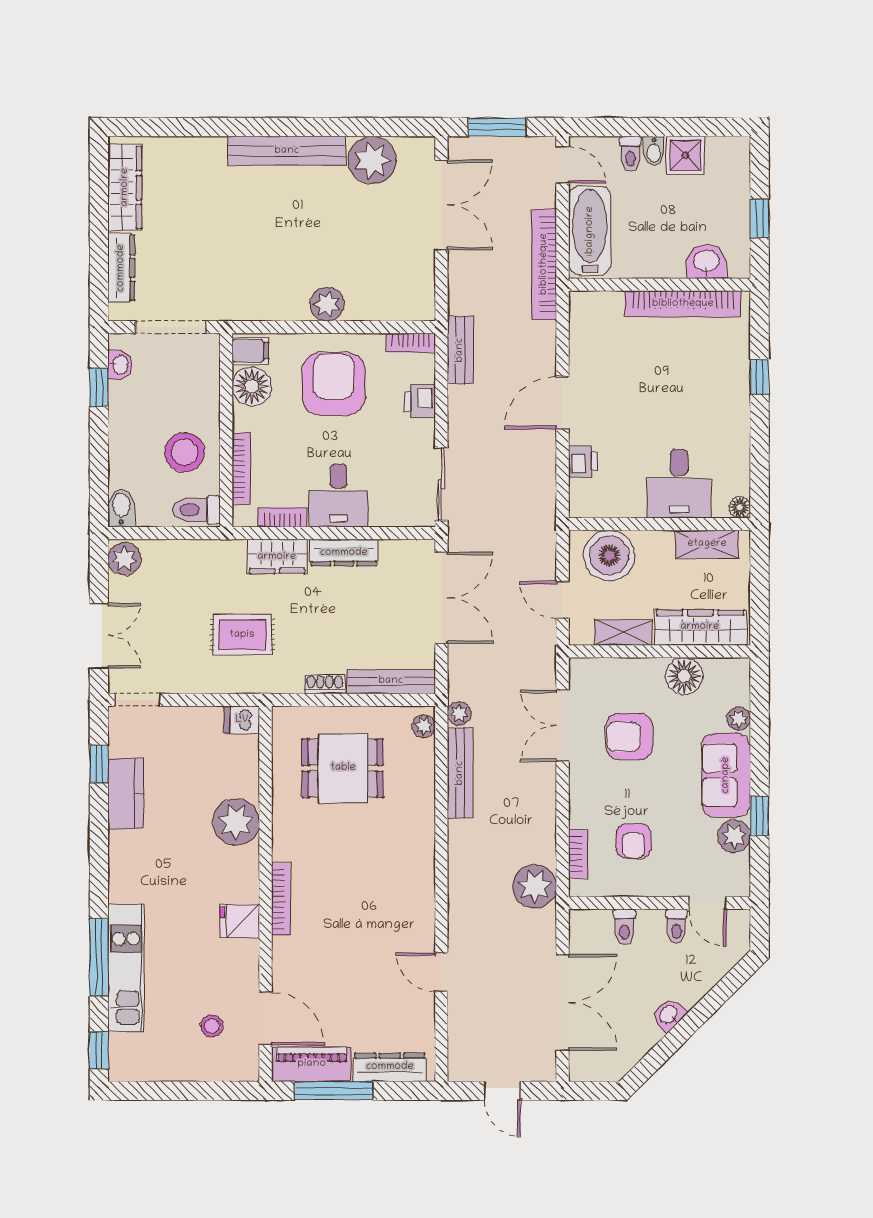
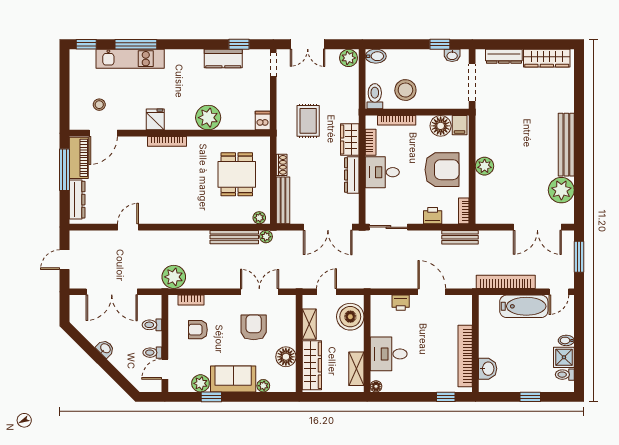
toilet: (631, 154) -> (565, 375), moved
washbasin: (707, 262) -> (488, 369), moved
wall: (660, 285) -> (475, 344), moved
bookcase: (683, 304) -> (465, 356), moved

